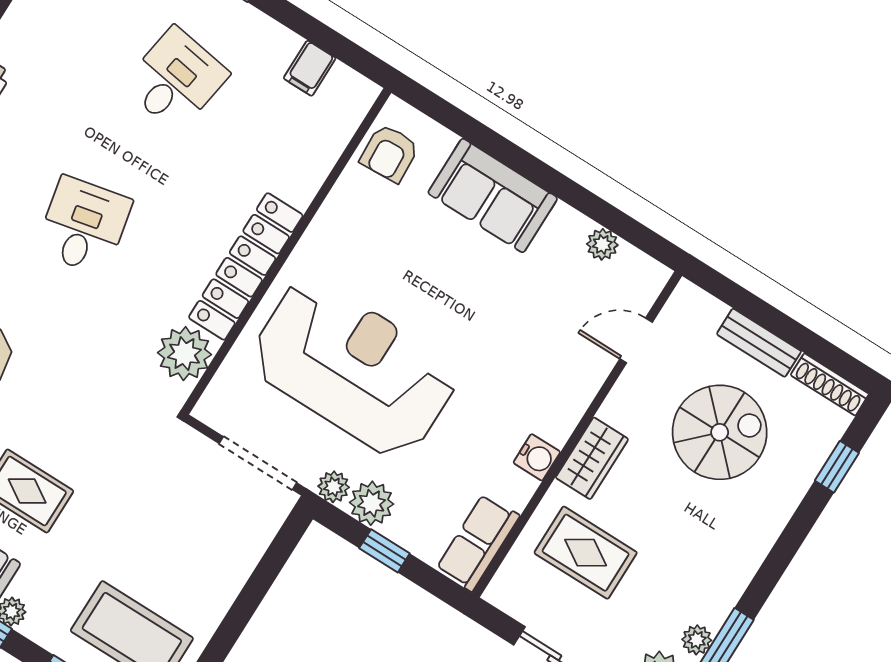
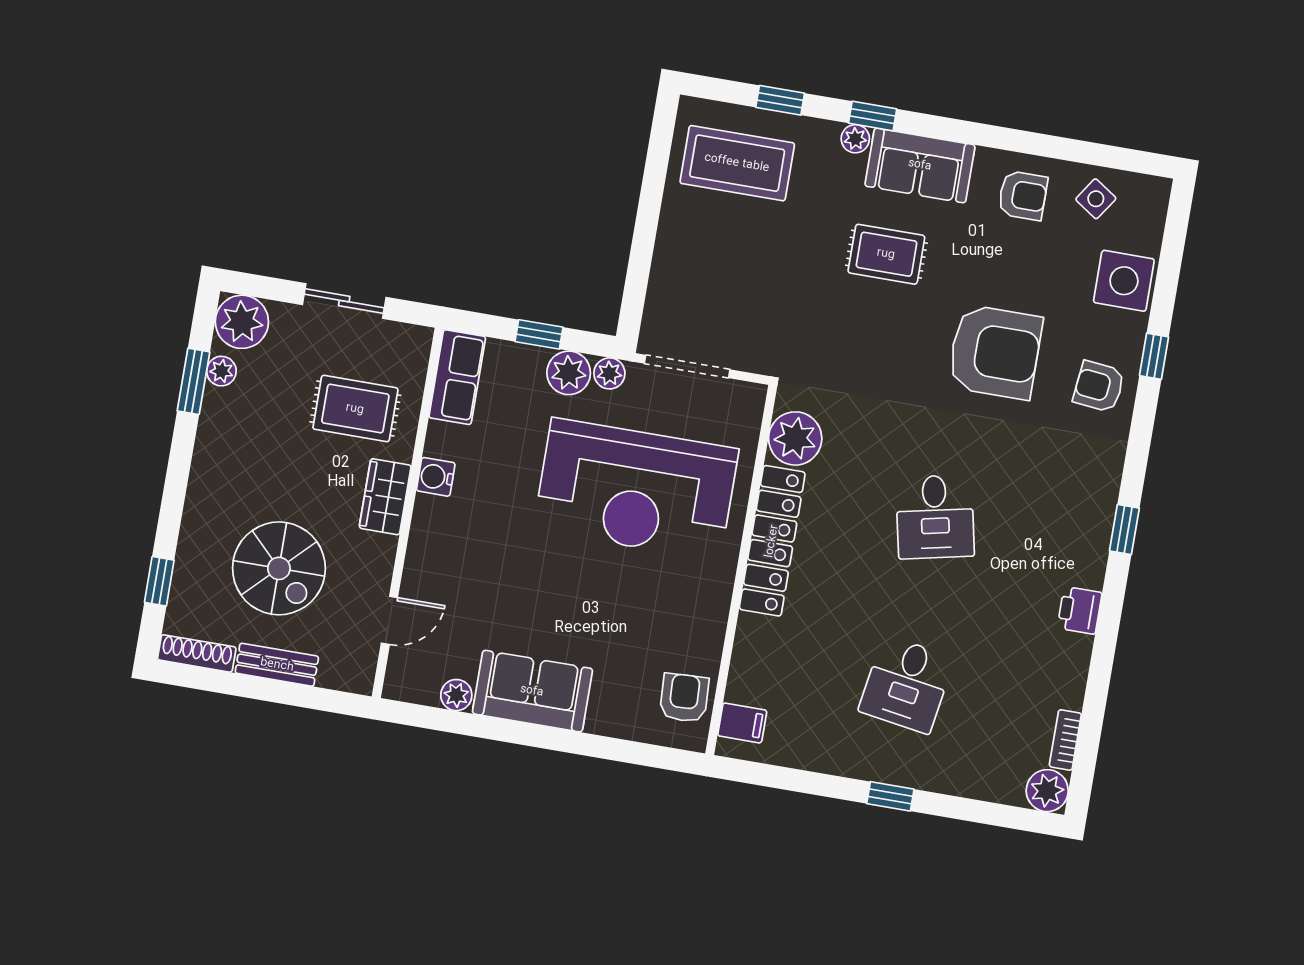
filing cabinet: (310, 68) -> (742, 723), moved, turned 90
sofa: (493, 196) -> (532, 691), moved
spiral stairs: (720, 432) -> (279, 568), turned -90

